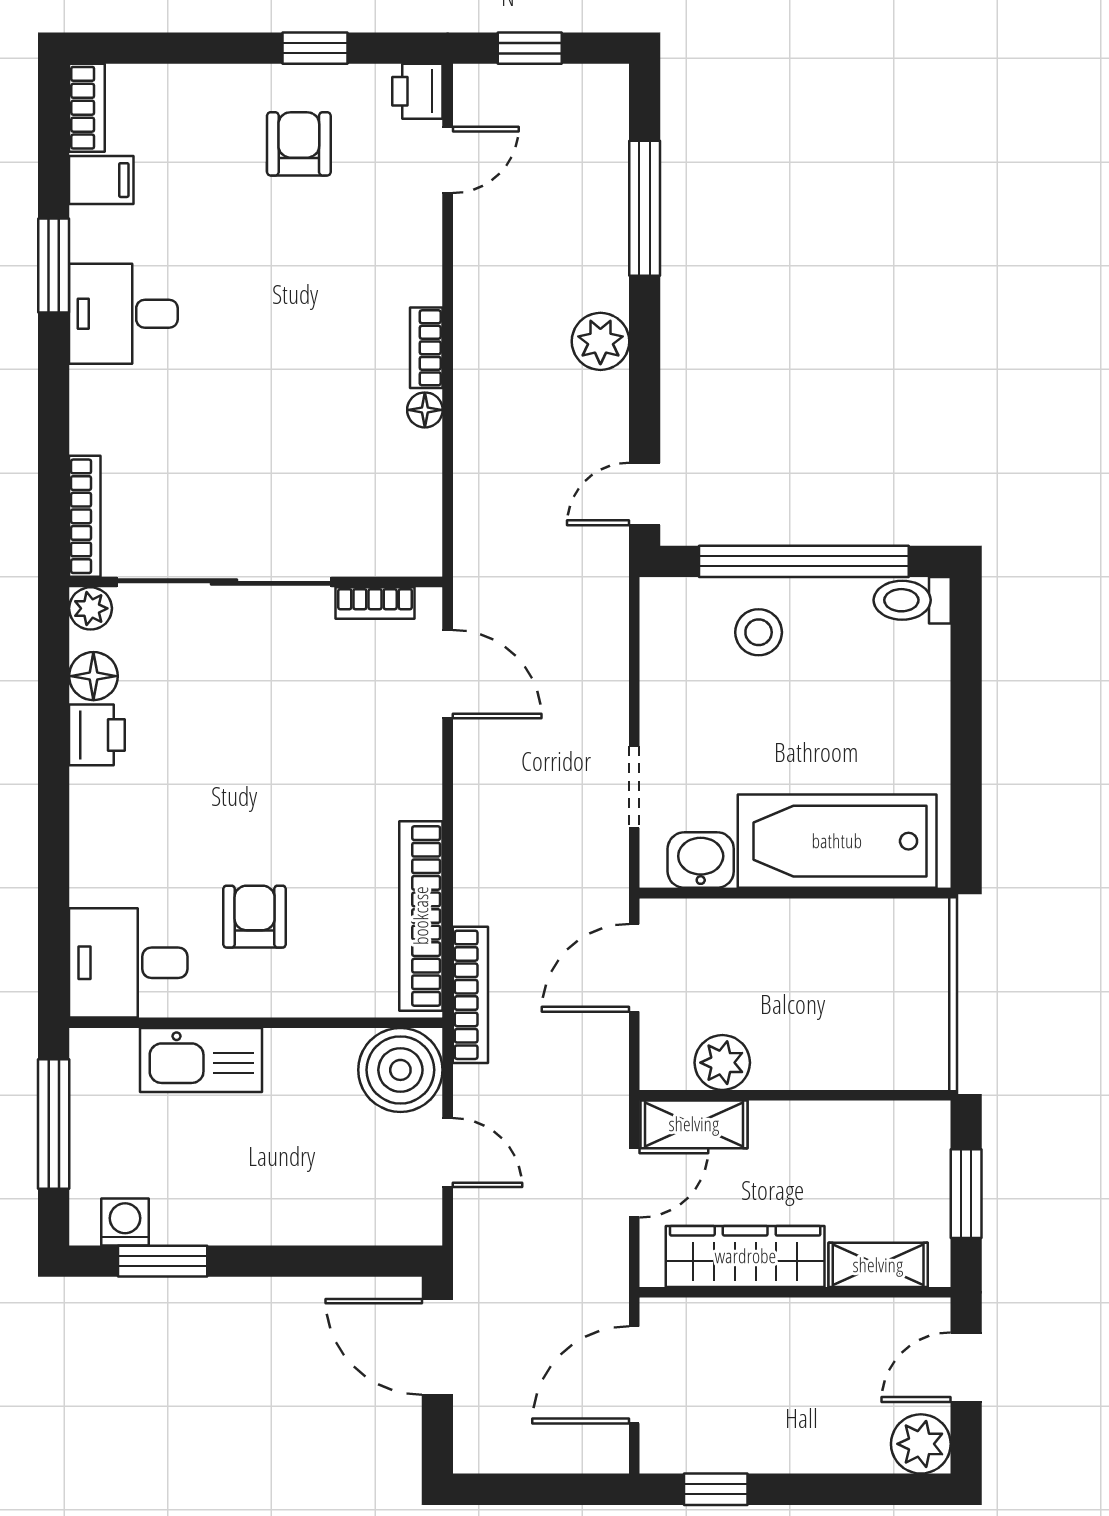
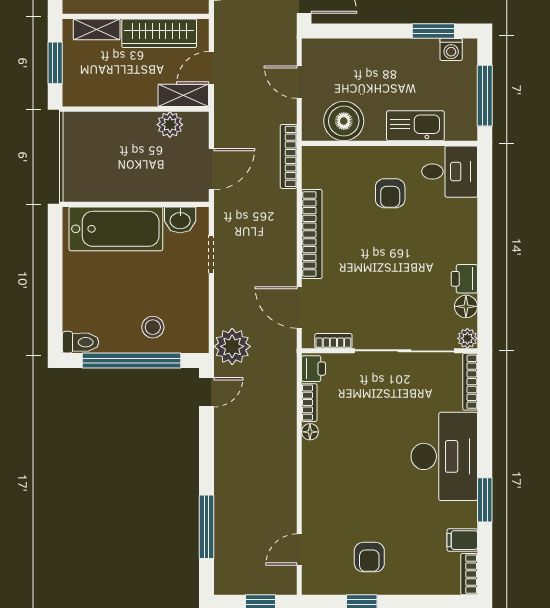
printer: (417, 91) -> (313, 369), moved
desk: (123, 314) -> (444, 456), width x1.87, depth x1.30
plant: (600, 341) -> (232, 346), moved, width x1.36, depth x1.36
bookcase: (426, 348) -> (309, 403), moved
bookcase: (421, 916) -> (312, 234), moved
boiler: (400, 1070) -> (344, 121), moved

